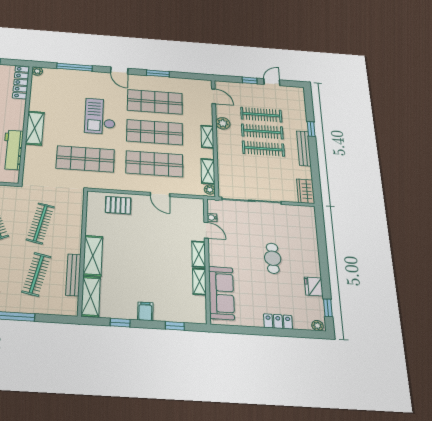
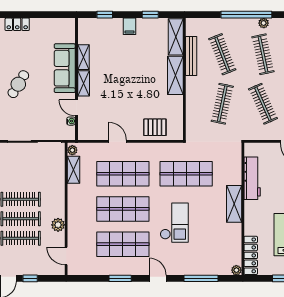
shelving: (207, 137) -> (73, 208), removed
cafe table: (273, 258) -> (18, 84), turned 31
clothes rail: (36, 274) -> (222, 54), turned -33
sofa: (221, 293) -> (65, 68), moved

